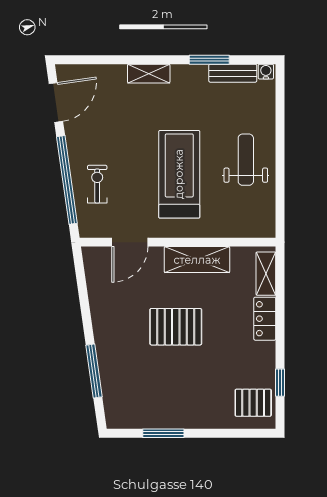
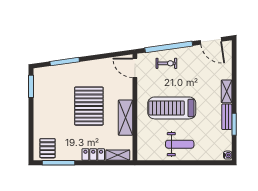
bench: (233, 73) -> (227, 117), moved
treadmill: (179, 174) -> (172, 108), turned 180
door: (130, 242) -> (135, 68), moved
pallet: (176, 327) -> (89, 106), width x1.37, depth x1.41
window: (280, 383) -> (58, 163), width x2.17
window: (163, 433) -> (31, 86), moved

